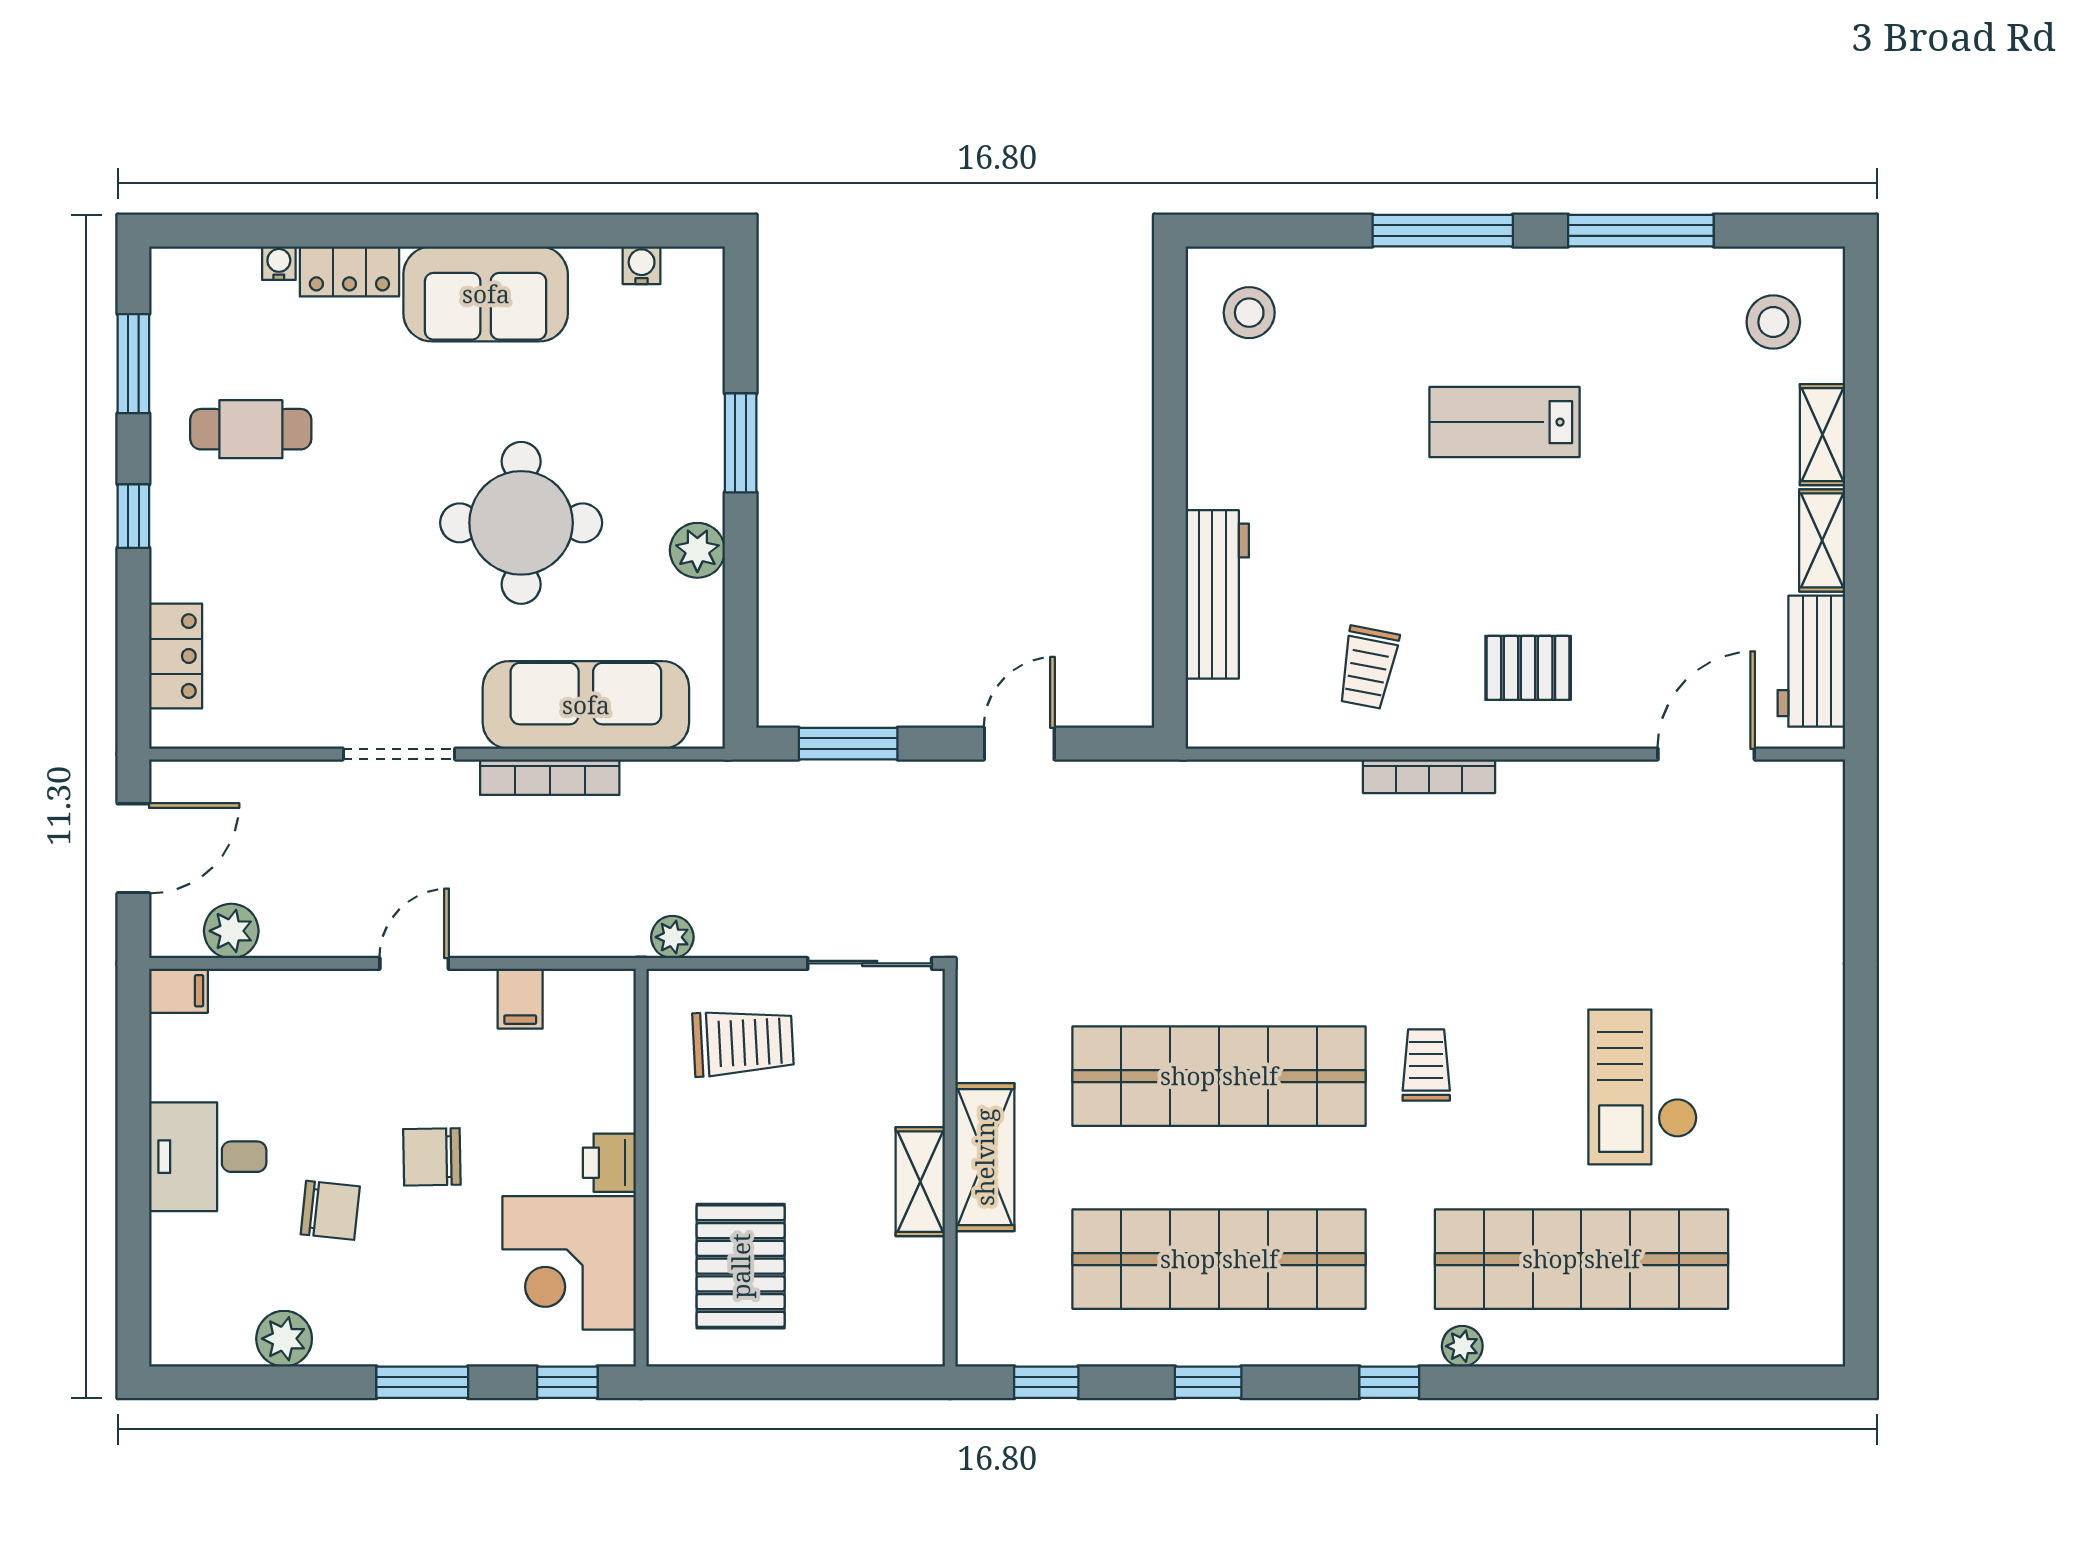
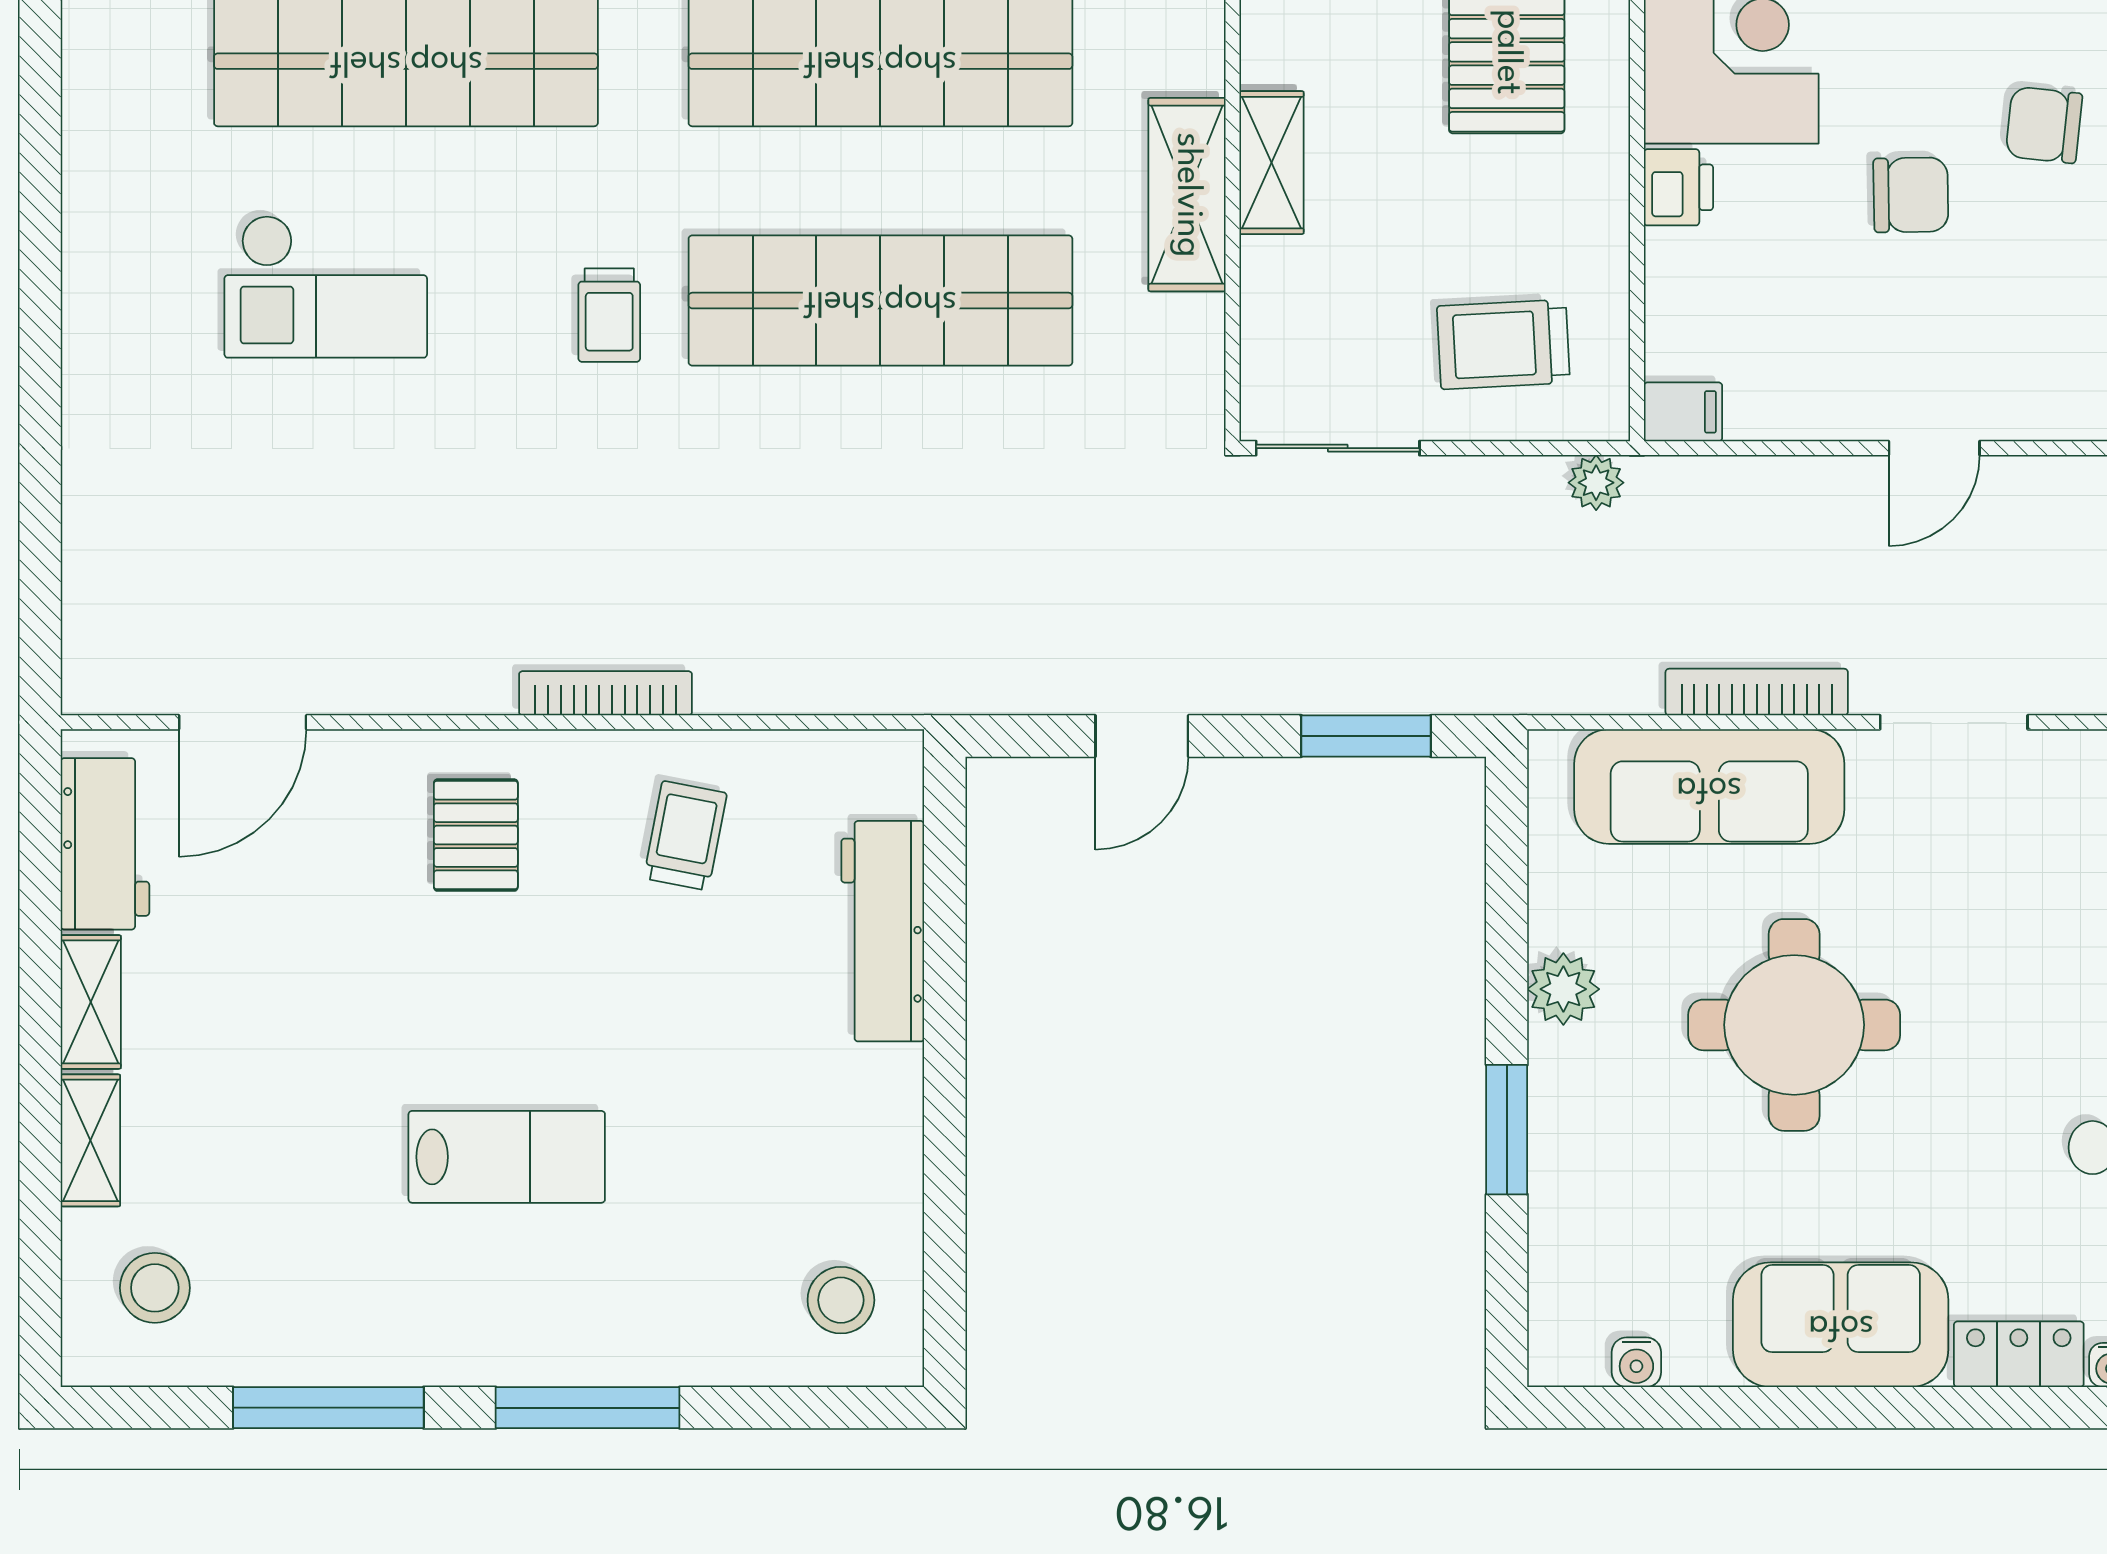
pallet: (1528, 668) -> (476, 835), turned 90
filing cabinet: (520, 999) -> (1683, 412), moved, turned 90
checkout: (1643, 1087) -> (326, 287), turned 90

